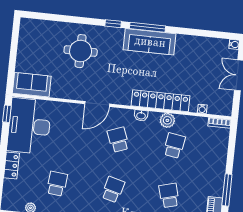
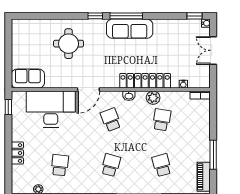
window: (222, 35) -> (194, 16), added
desk: (29, 126) -> (51, 109), moved, turned 90

